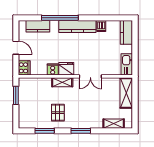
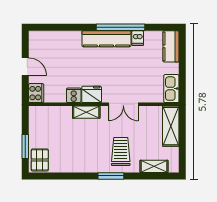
window: (60, 18) -> (120, 27), moved
kitchen counter: (38, 26) -> (54, 38), removed
window: (16, 95) -> (25, 146), moved
trolley: (88, 112) -> (121, 151), added
pallet: (58, 113) -> (40, 160), moved
window: (45, 131) -> (63, 176), removed

